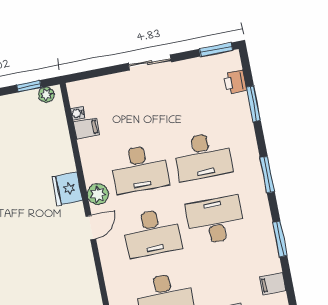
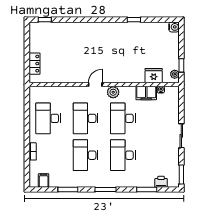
filing cabinet: (86, 128) -> (146, 93), width x2.00
fridge: (67, 189) -> (154, 76), moved
desk: (215, 220) -> (85, 155), turned 180
door: (91, 227) -> (95, 85), swing flipped

